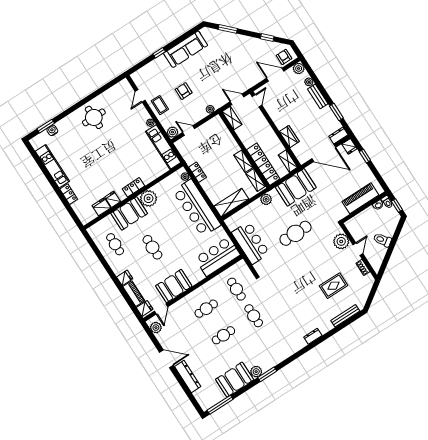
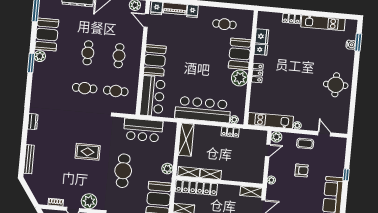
cafe table: (152, 247) -> (199, 51), removed
booth: (174, 286) -> (155, 60), moved
rug: (334, 286) -> (88, 152), moved, turned 90

